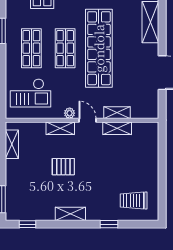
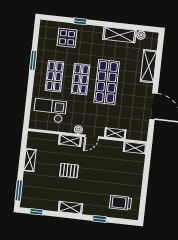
shop shelf: (99, 48) -> (107, 82), width x0.71
checkout: (30, 93) -> (50, 111), turned 180
door: (88, 120) -> (92, 137), swing flipped
shelving: (117, 128) -> (135, 148), moved
shelving: (12, 144) -> (30, 160), moved

